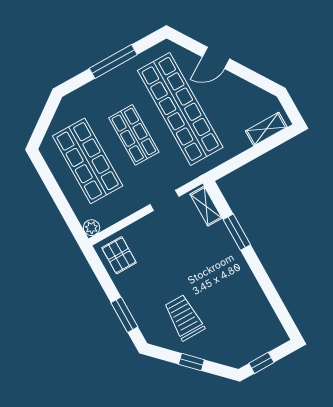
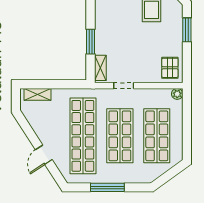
door: (216, 58) -> (44, 155), swing flipped
shop shelf: (134, 135) -> (120, 136), width x1.43, depth x1.36

